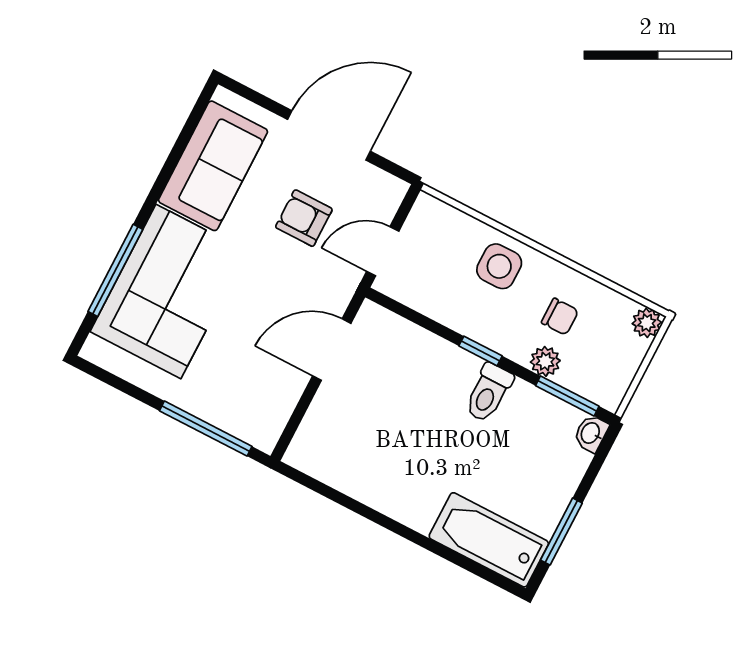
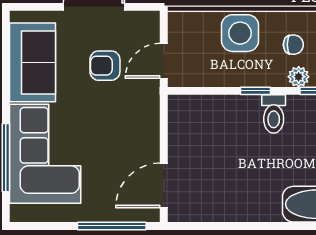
side table: (499, 266) -> (240, 33), width x1.37, depth x1.37
door: (332, 350) -> (164, 185), moved

